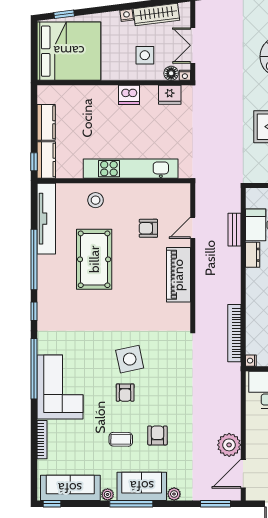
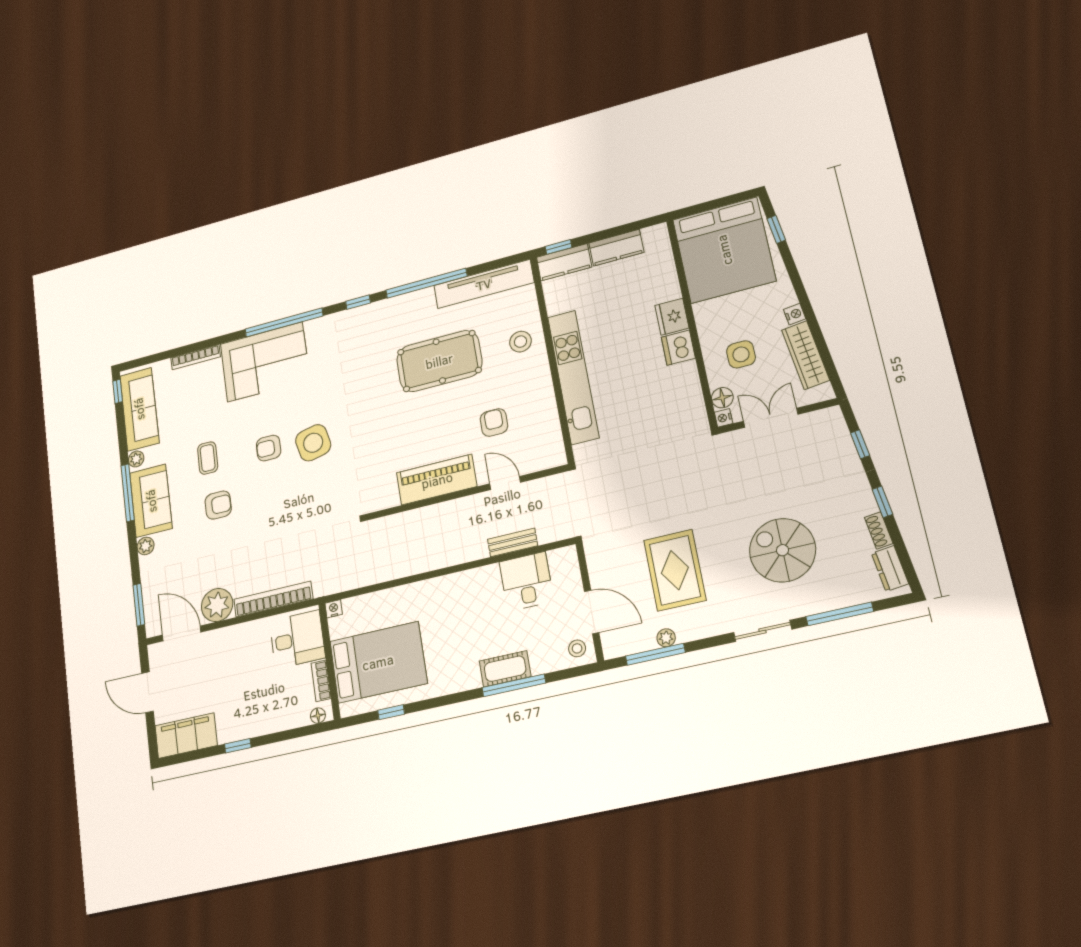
fridge: (170, 95) -> (672, 317), moved
dresser: (253, 255) -> (481, 577), removed
bookcase: (234, 333) -> (273, 599), moved

